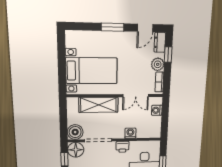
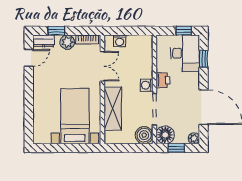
window: (113, 27) -> (29, 93), removed
door: (145, 28) -> (29, 58), hinge flipped
washing machine: (130, 133) -> (147, 85), moved

